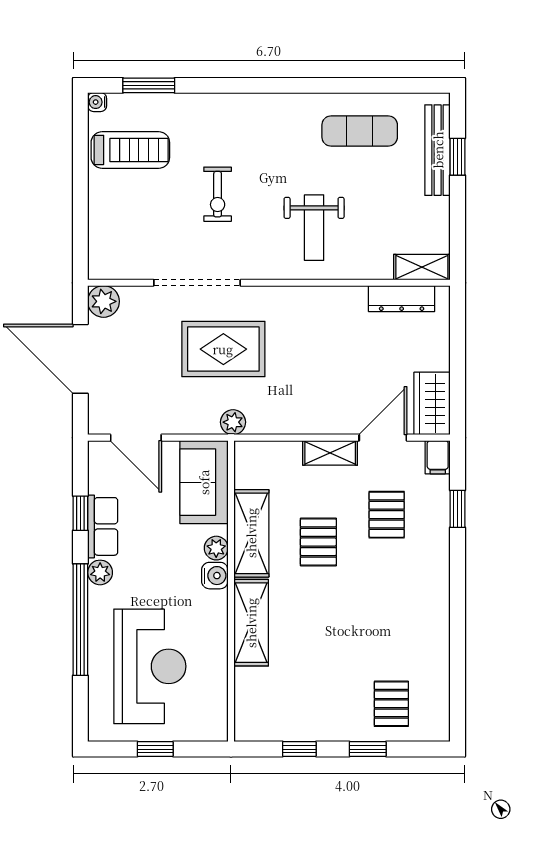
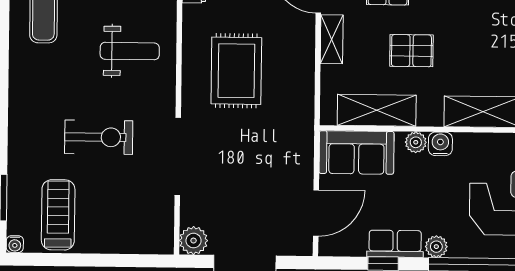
exercise bike: (218, 194) -> (99, 137), width x1.38, depth x1.39
rug: (223, 349) -> (236, 71), moved
plant: (233, 422) -> (303, 126), removed
shelving: (251, 533) -> (377, 110), moved

